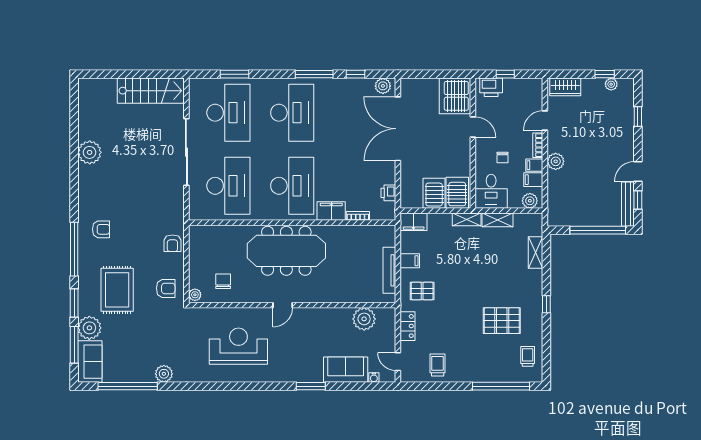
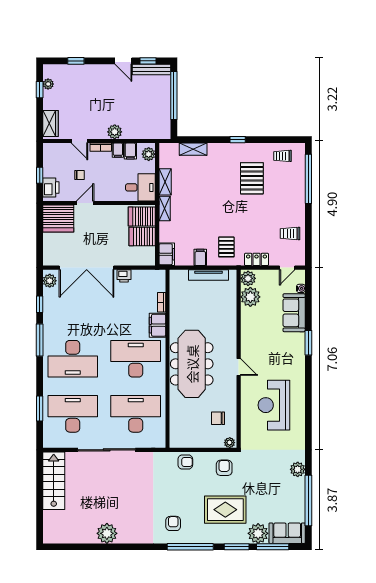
desk: (292, 113) -> (73, 359), turned 180
chair: (503, 157) -> (80, 175), moved
printer: (388, 193) -> (124, 276), moved
plant: (385, 316) -> (248, 278), added

